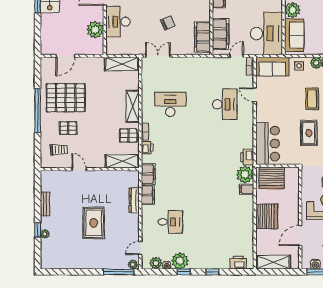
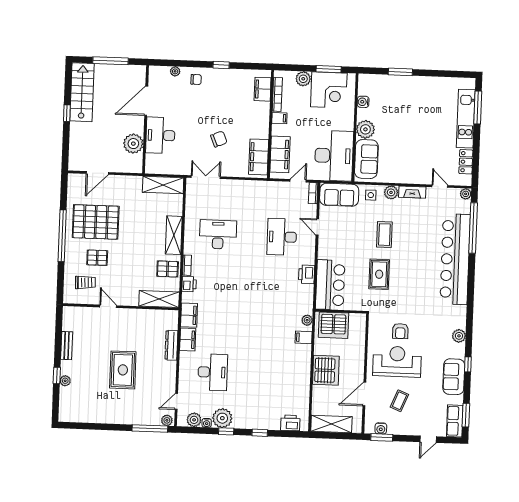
desk: (225, 104) -> (282, 237), turned 180
printer: (247, 157) -> (307, 274), moved
plant: (245, 175) -> (307, 320), width x0.53, depth x0.53
desk: (170, 222) -> (213, 372), width x1.37

